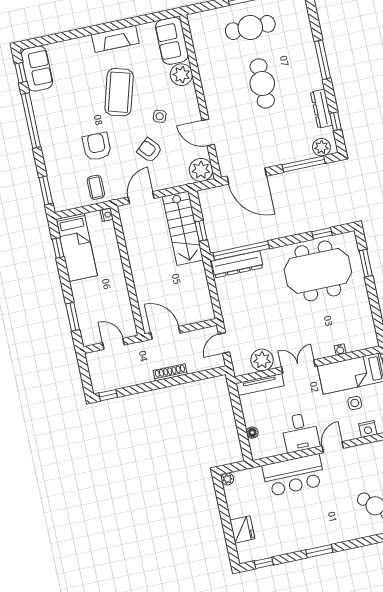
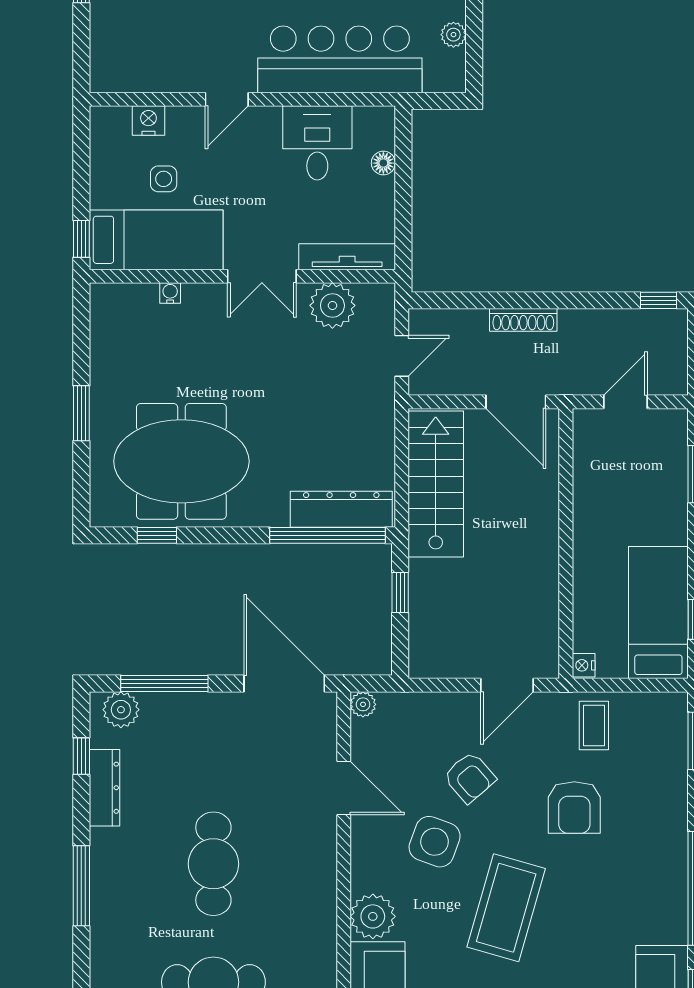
side table: (160, 116) -> (435, 842), width x1.87, depth x1.87
plant: (201, 170) -> (363, 704), width x0.53, depth x0.53
stairs: (183, 228) -> (436, 484), moved
window: (366, 263) -> (81, 413), moved
door: (113, 344) -> (625, 402), swing flipped
desk: (300, 432) -> (317, 143), moved
bar counter: (294, 475) -> (340, 59), width x1.36
plant: (227, 479) -> (453, 35), moved

